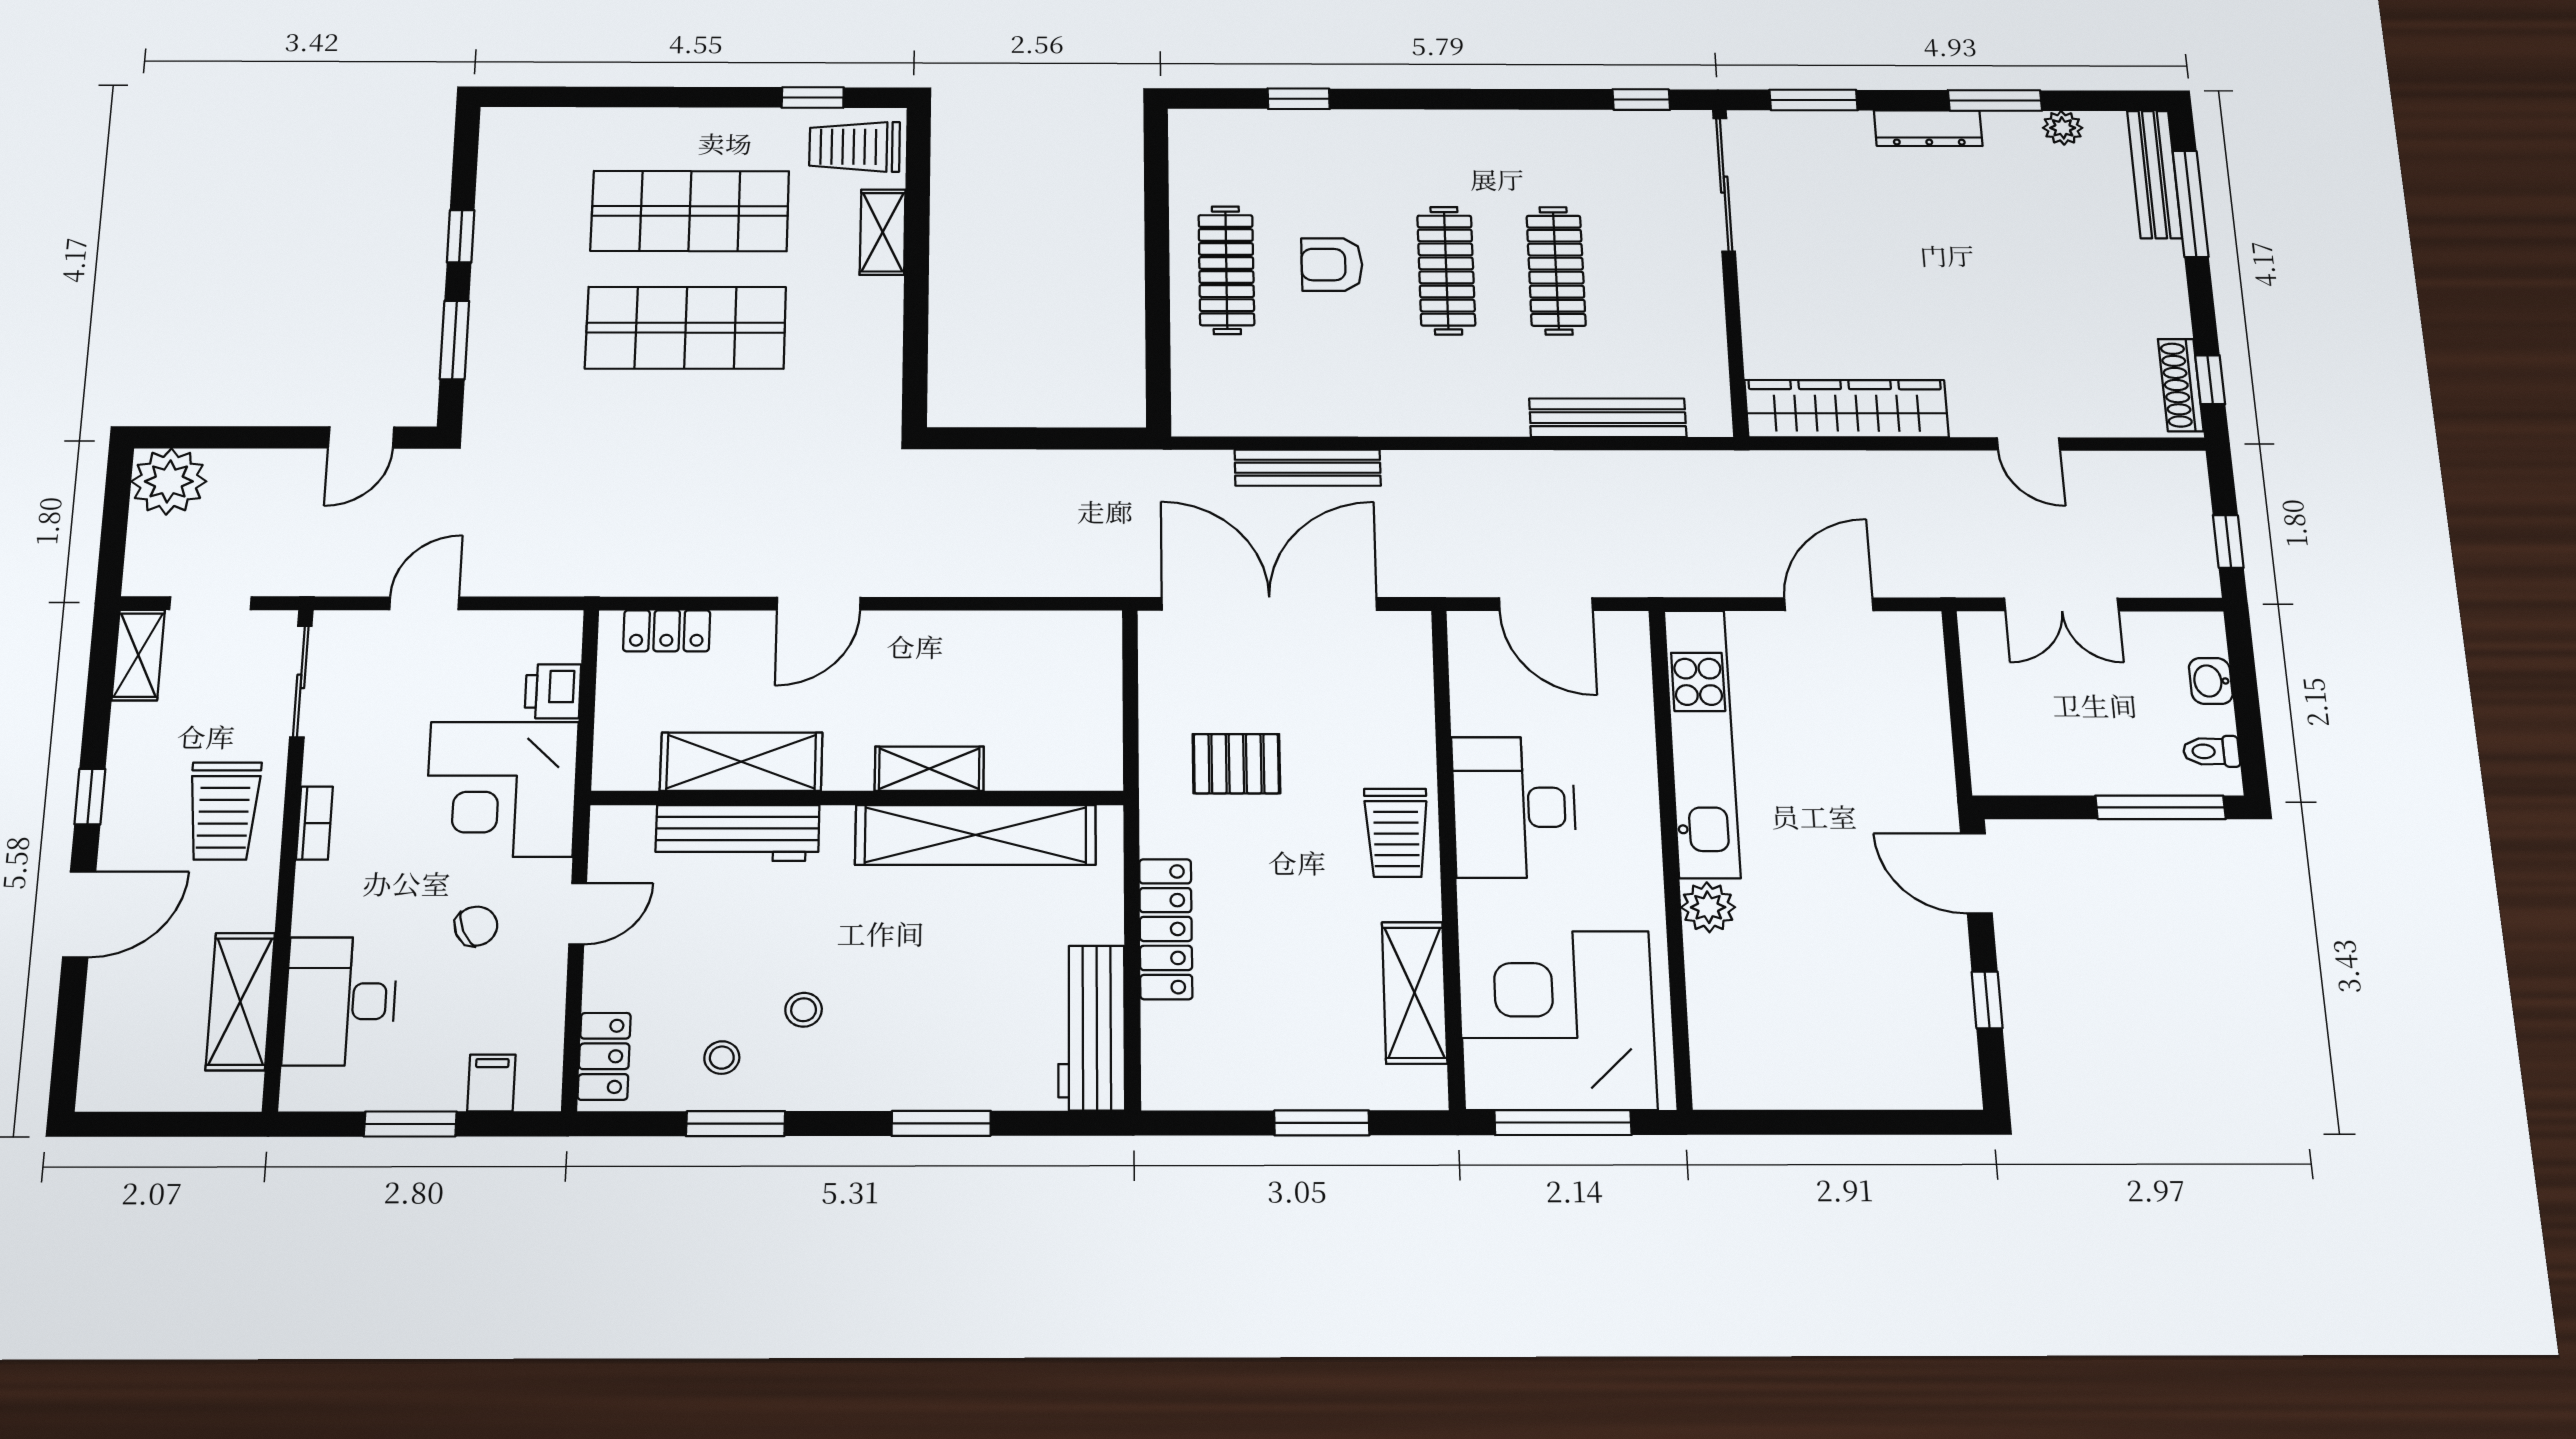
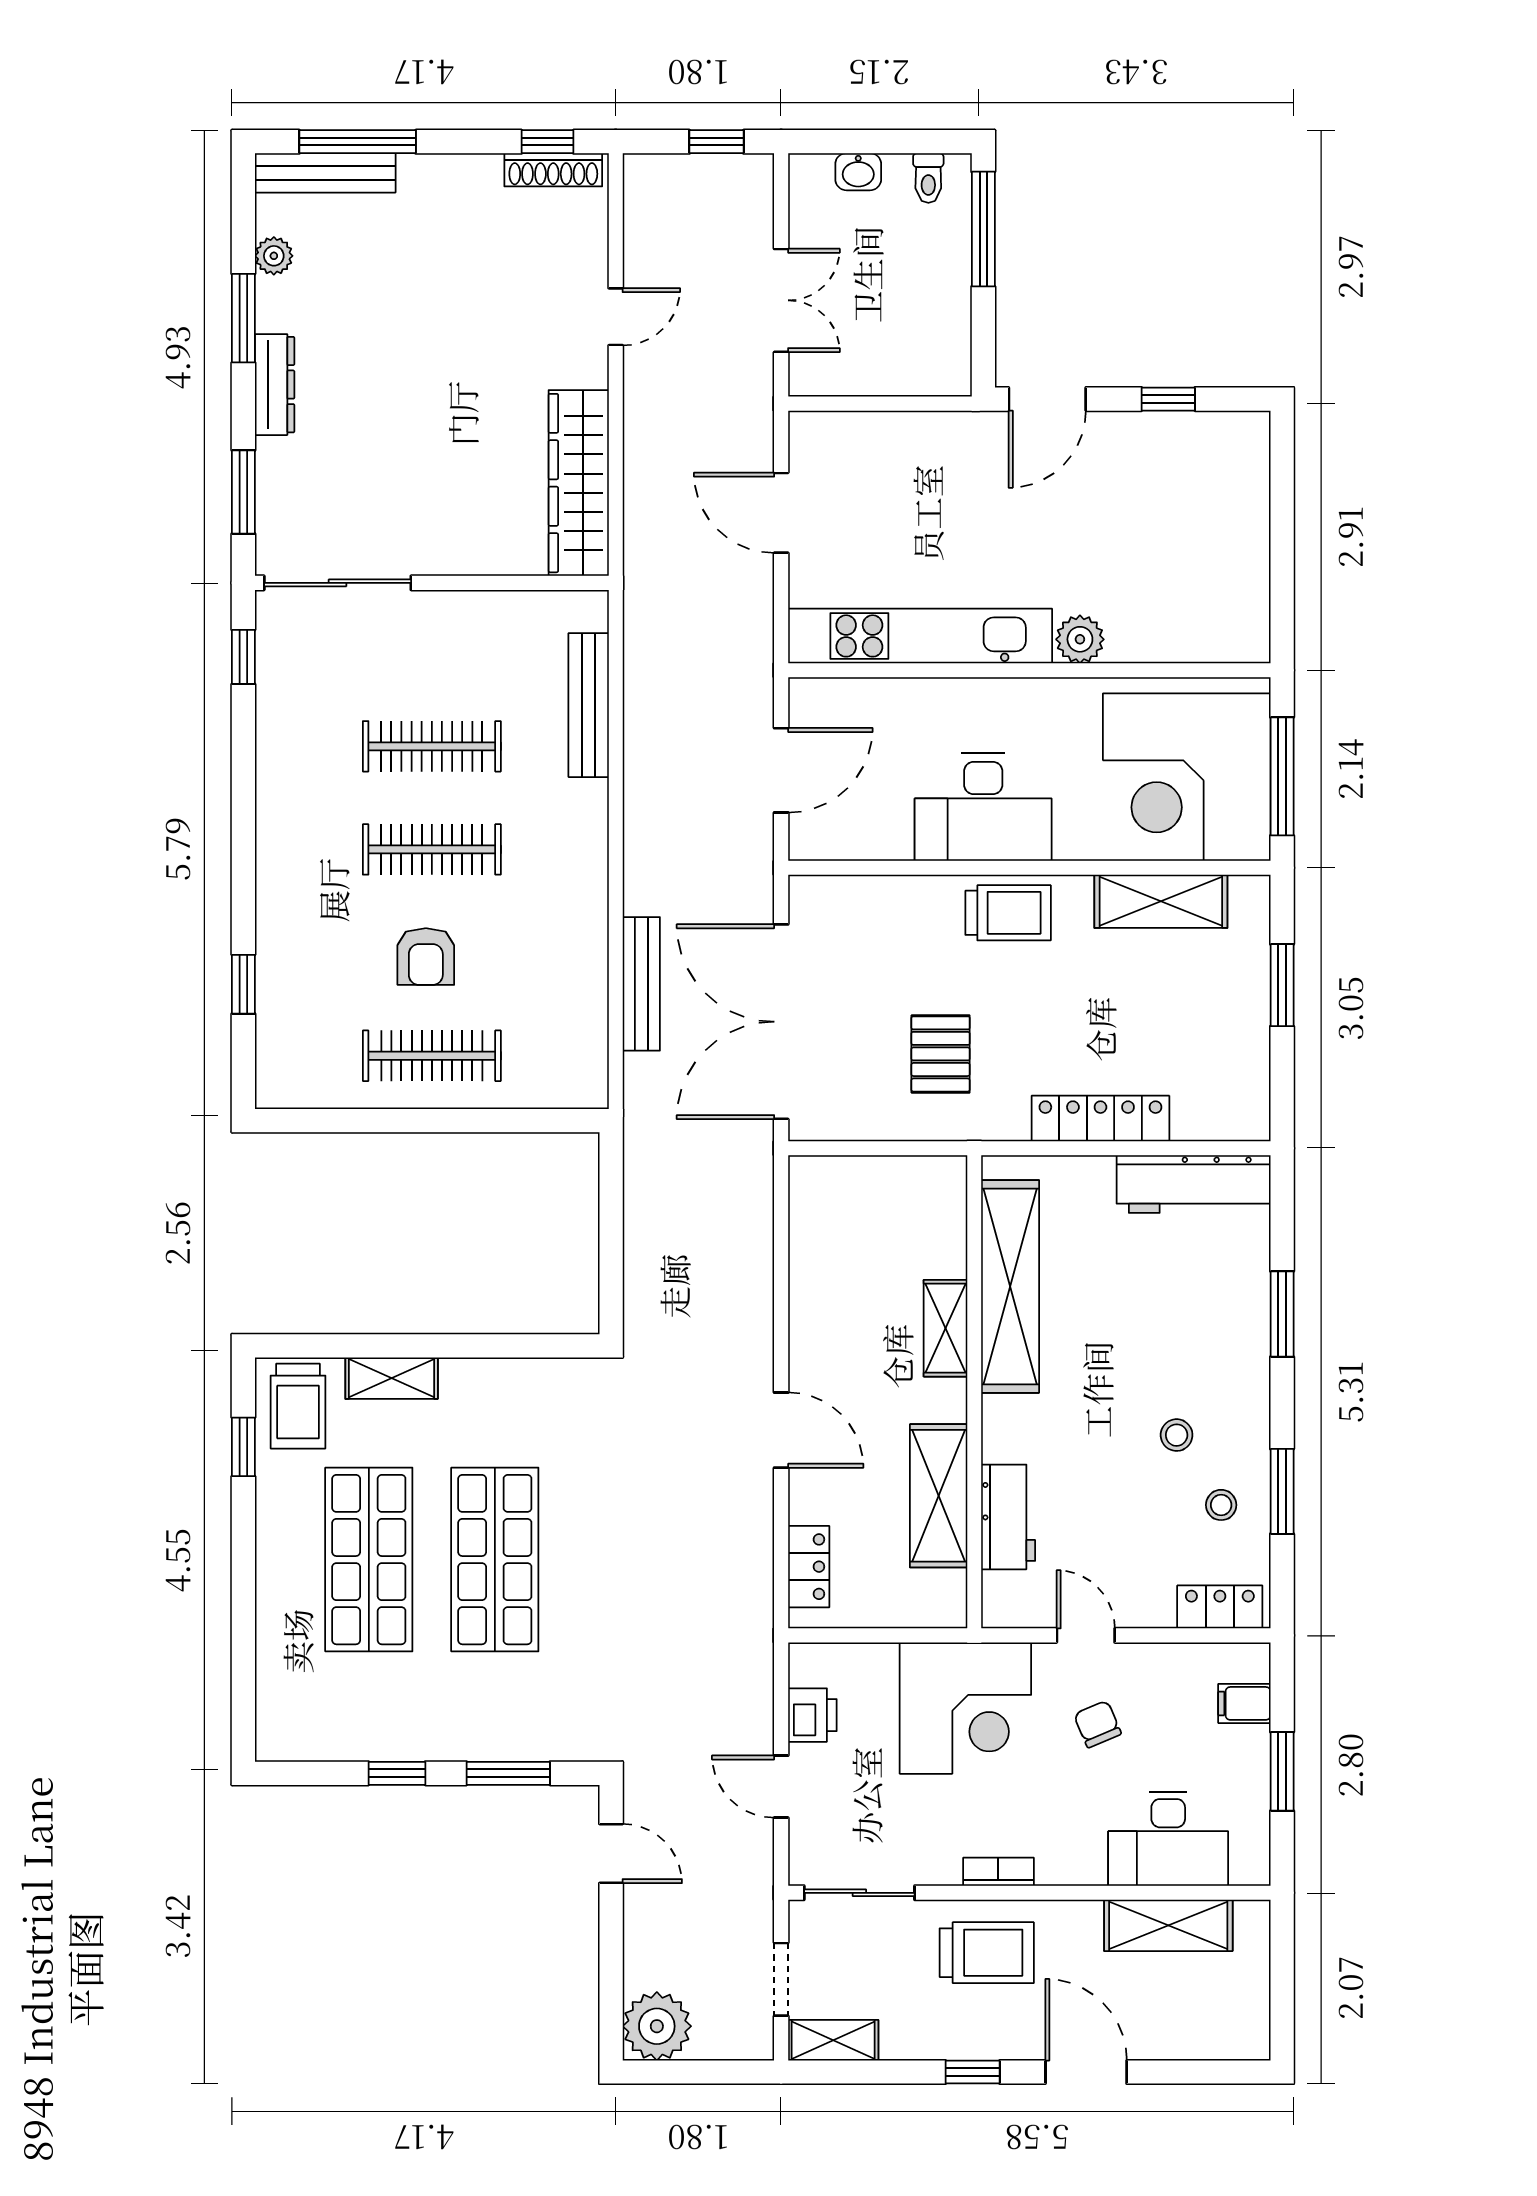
printer: (553, 691) -> (812, 1715), moved, turned -90
workbench: (737, 833) -> (1008, 1517), width x0.73

